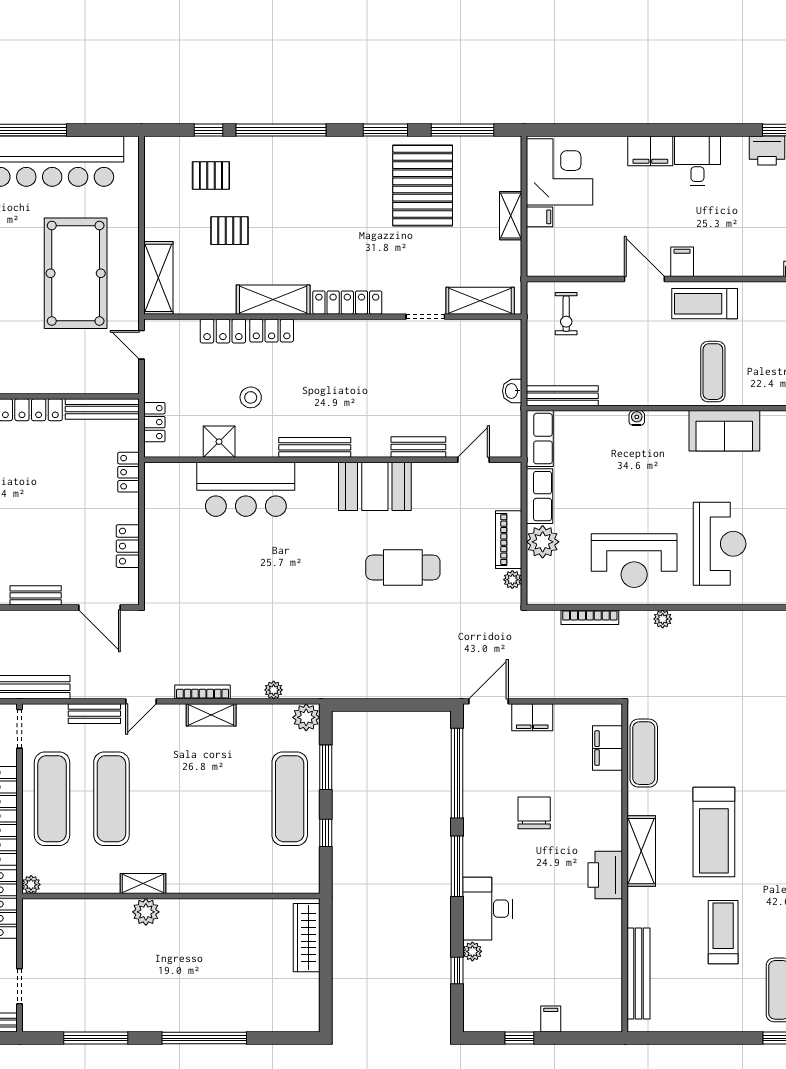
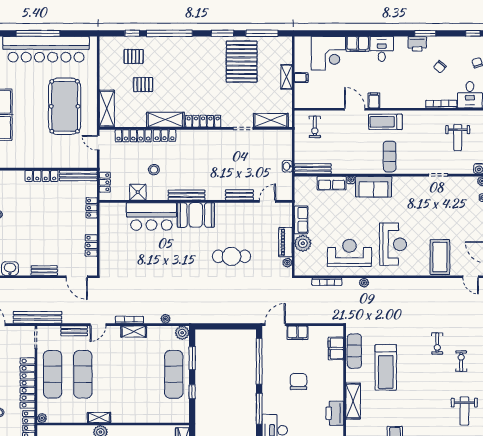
corner desk: (560, 172) -> (328, 53), moved, turned 90
locker: (223, 331) -> (133, 136), width x1.53
sofa: (724, 431) -> (374, 187), moved
row of seats: (540, 439) -> (332, 183), moved, turned 90
booth: (375, 486) -> (196, 215), moved
reception desk: (634, 561) -> (349, 253), turned 180
treadmill: (714, 832) -> (386, 367), moved

